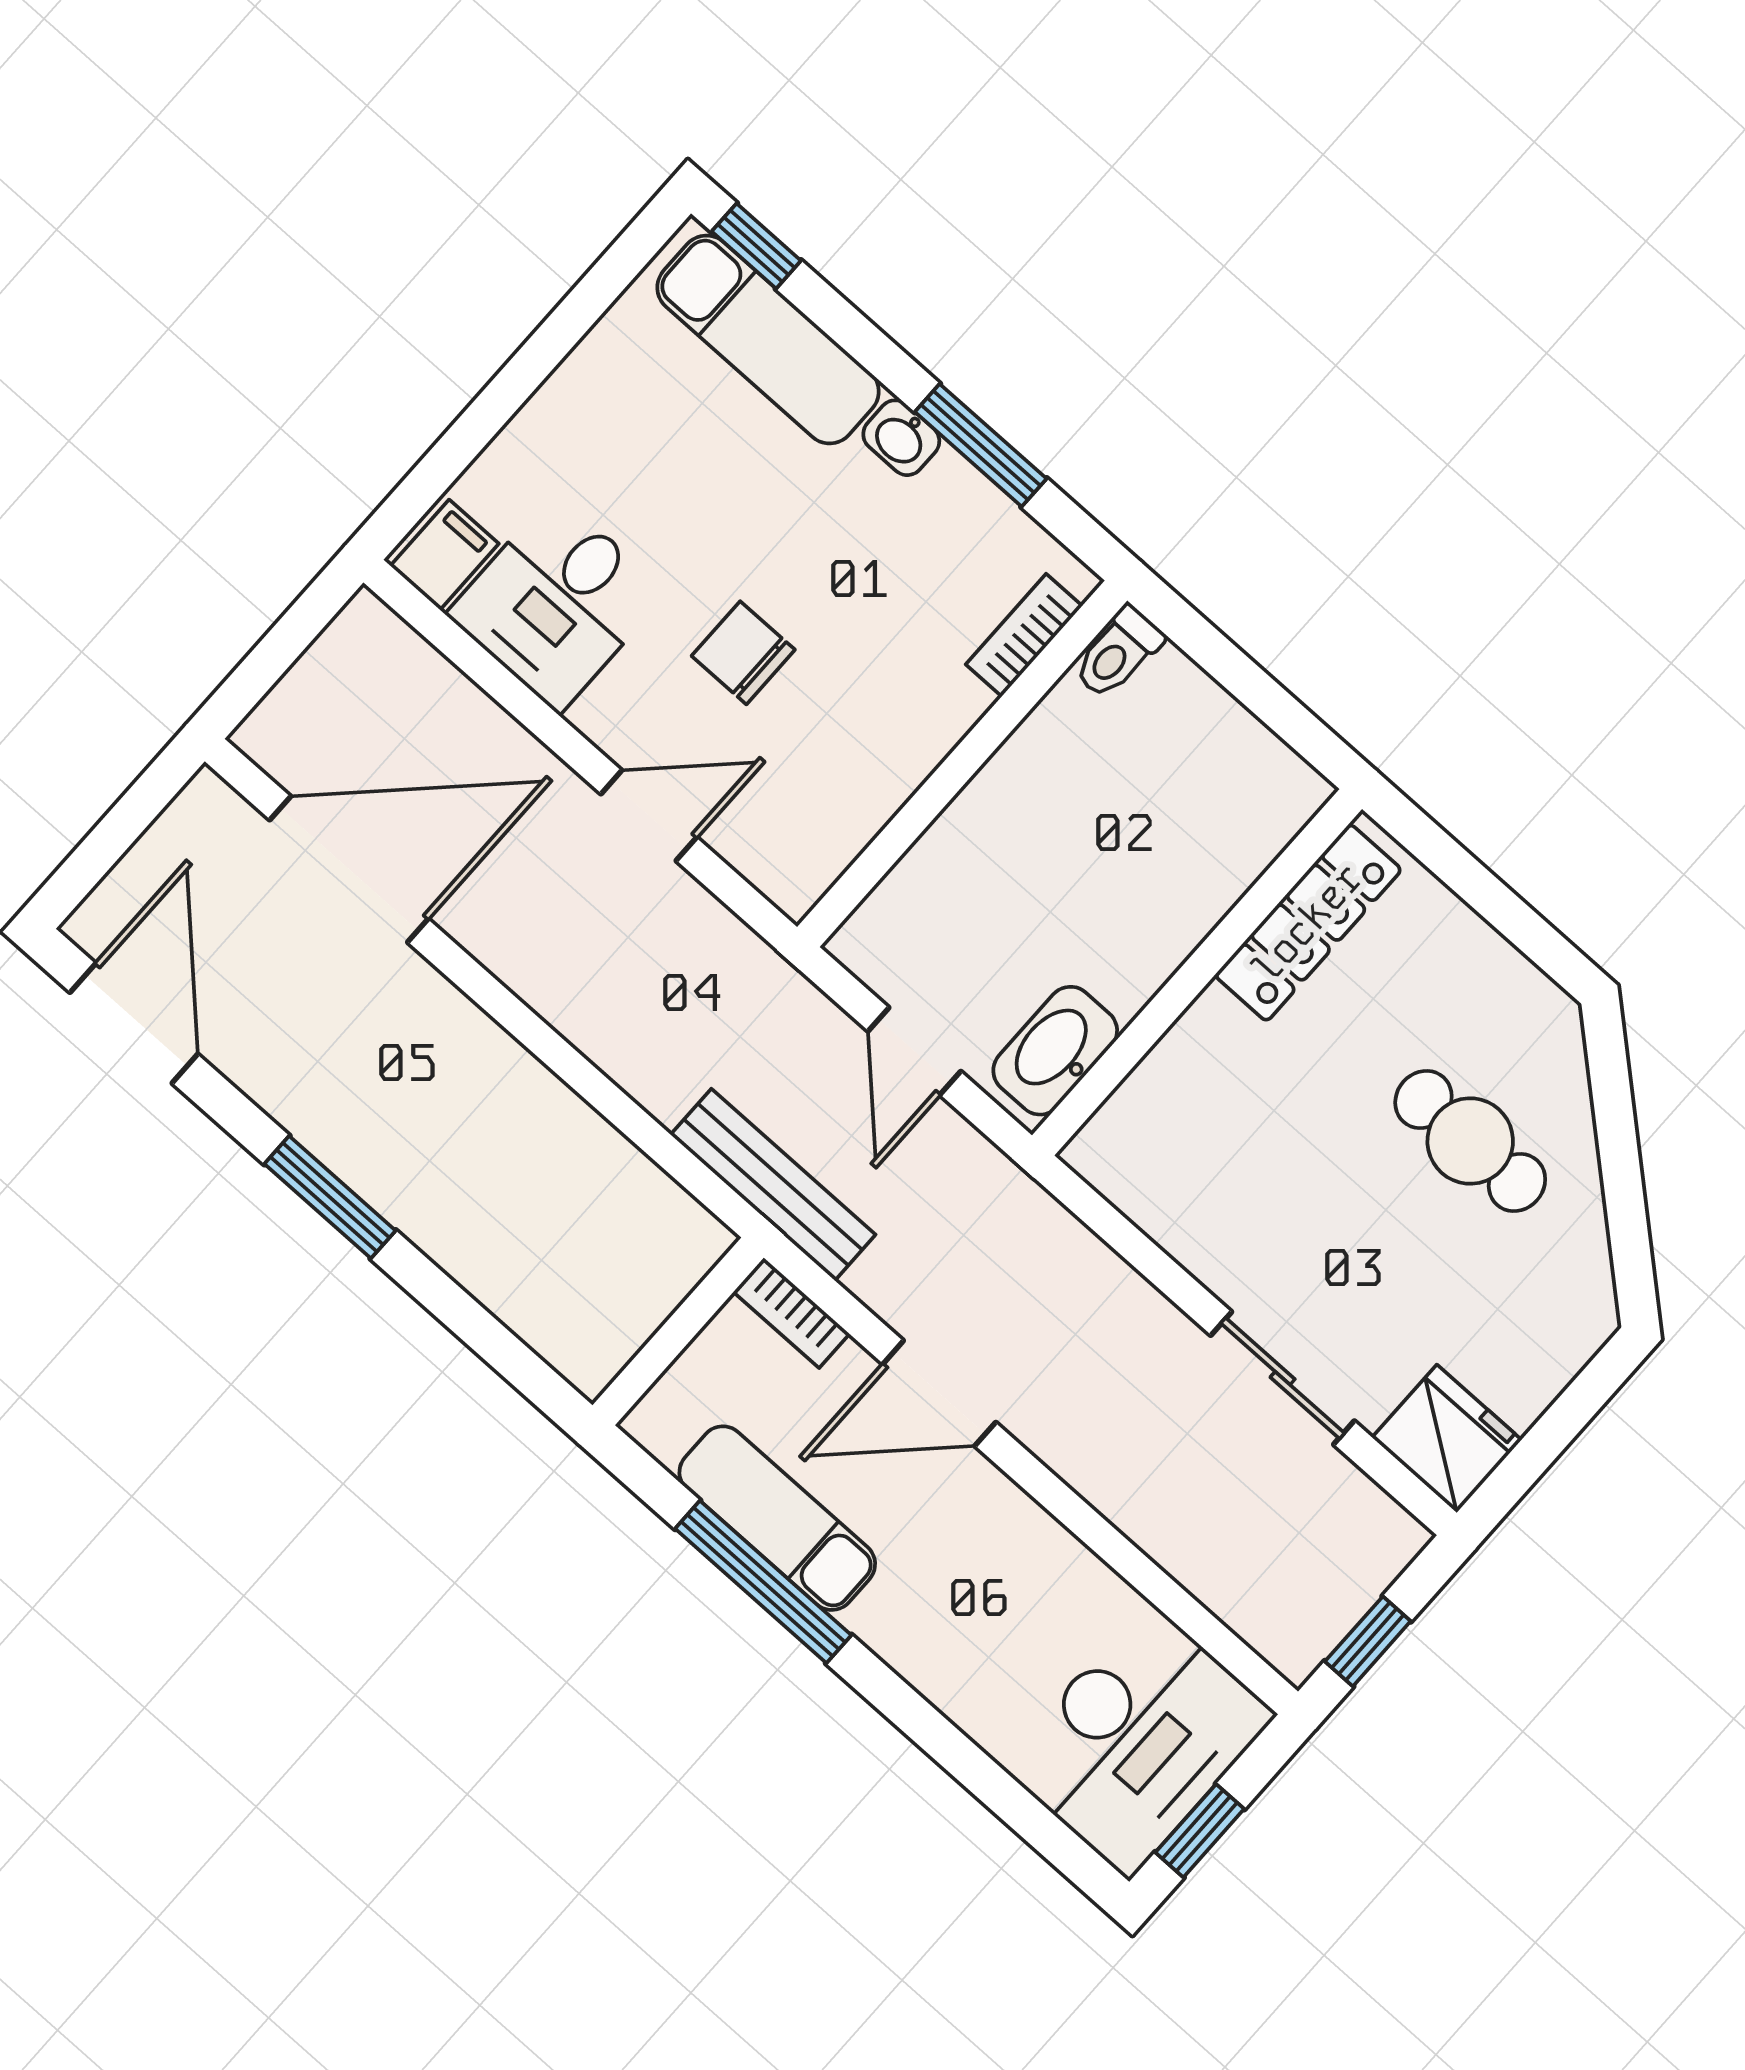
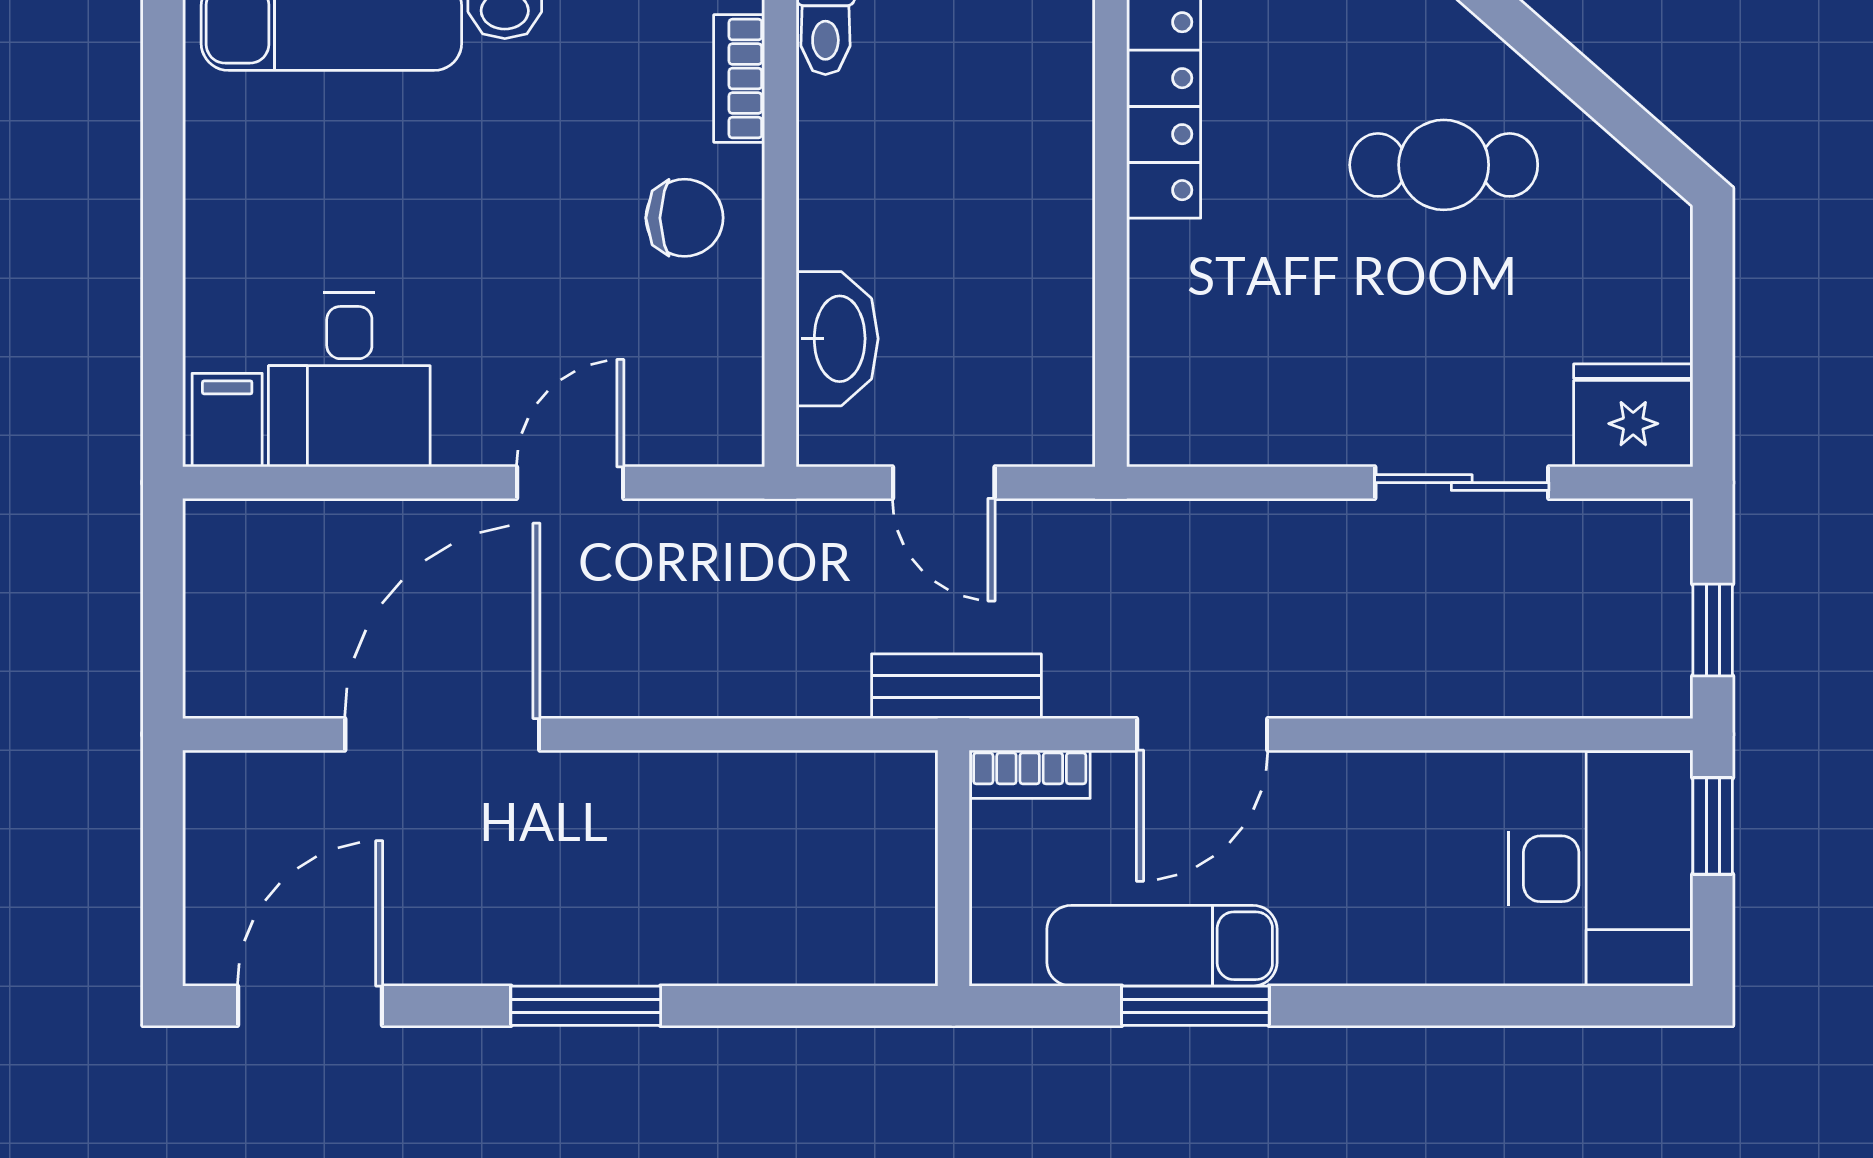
chair: (743, 653) -> (685, 218), moved, turned 180
door: (349, 869) -> (442, 734), moved
door: (134, 1023) -> (310, 1006), hinge flipped
washbasin: (1055, 1051) -> (837, 339), moved, turned 180
bench: (773, 1185) -> (956, 686), width x0.73
window: (763, 1582) -> (1195, 1006), width x0.69
window: (1200, 1831) -> (1713, 826), moved

